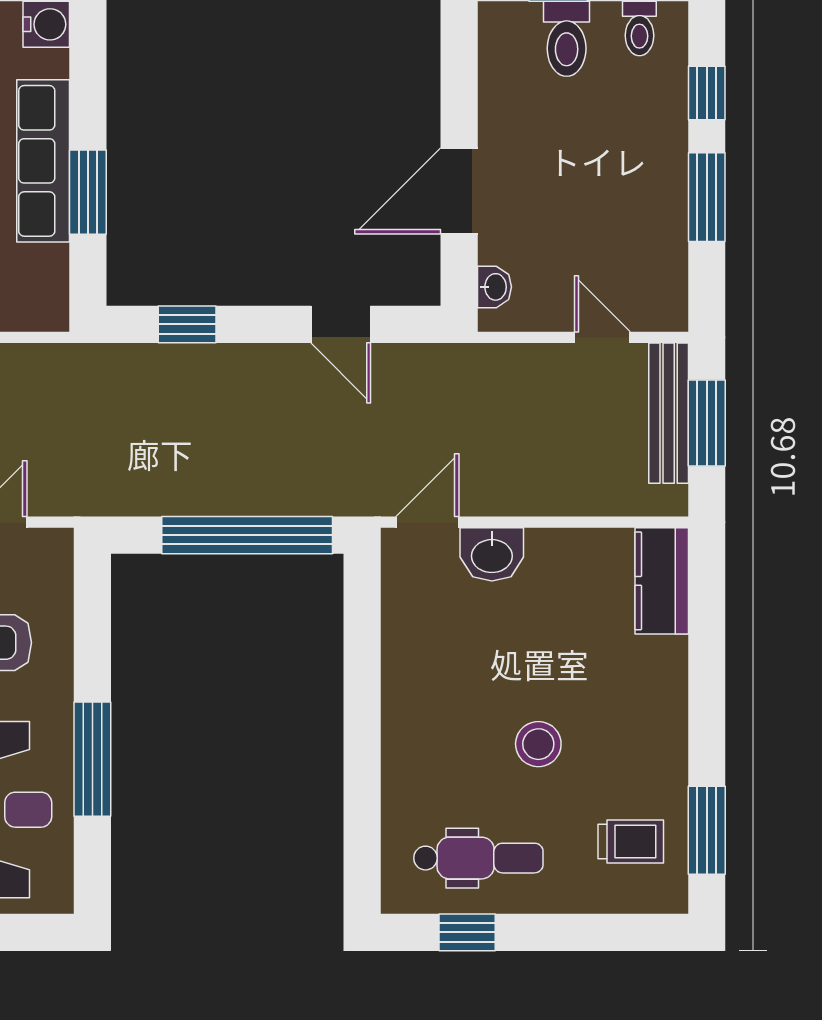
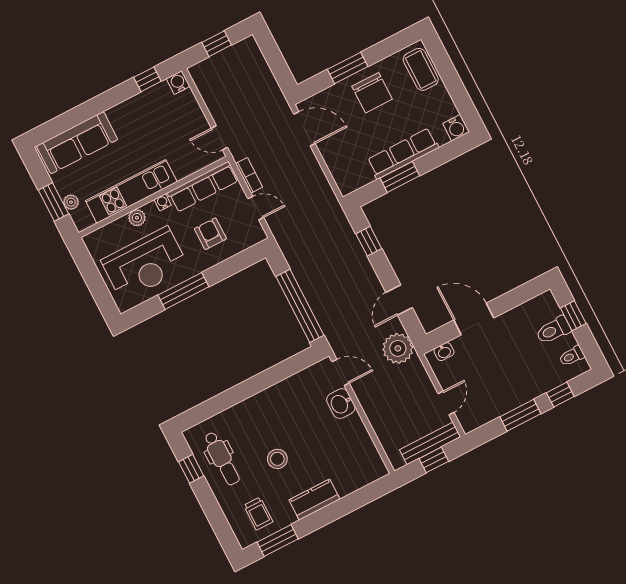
plant: (439, 378) -> (398, 348), added
window: (707, 423) -> (434, 460), width x0.67
kitchen counter: (662, 581) -> (314, 500), moved

